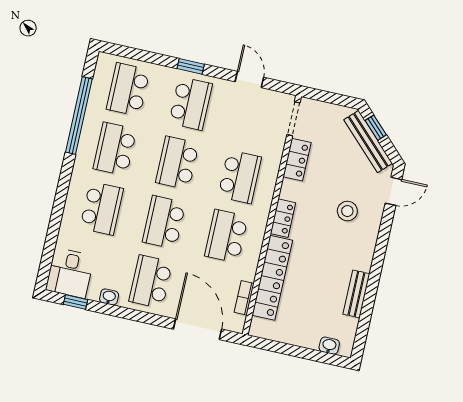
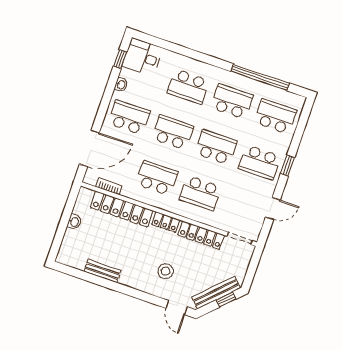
locker: (297, 160) -> (201, 235), width x1.53
washbasin: (329, 346) -> (74, 222), moved

